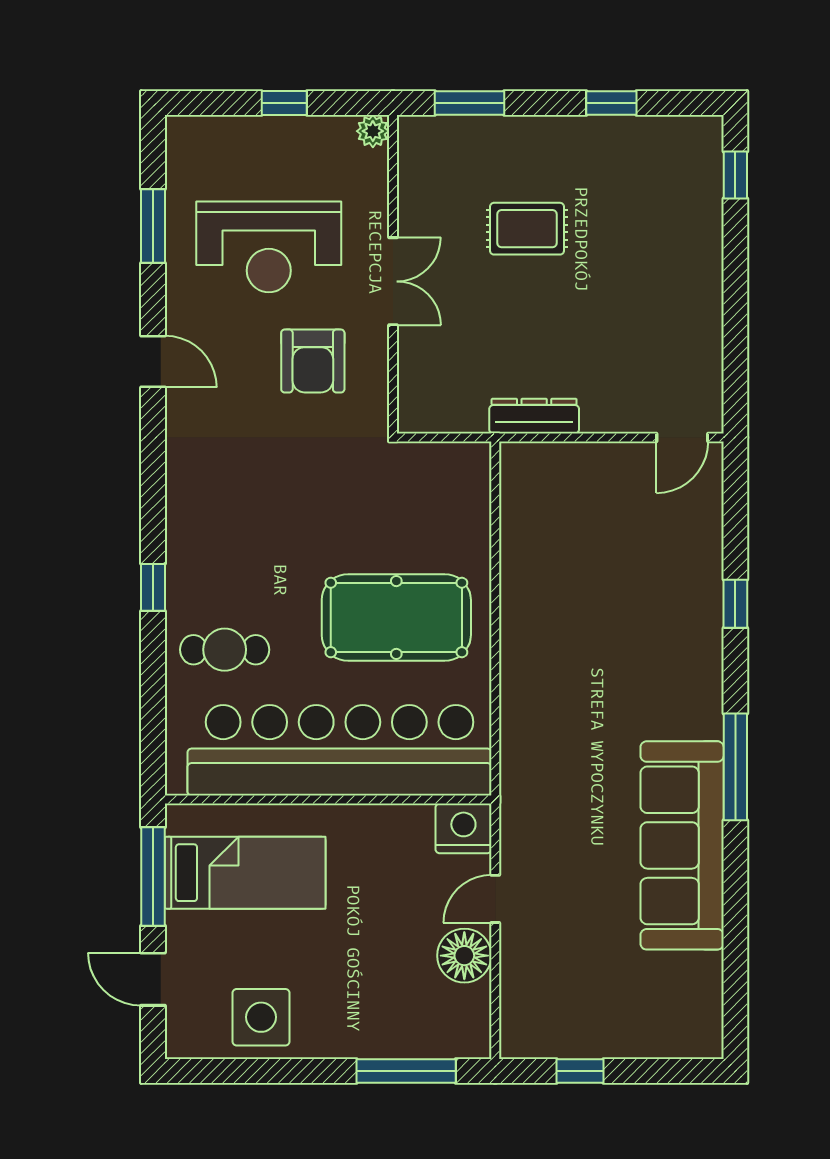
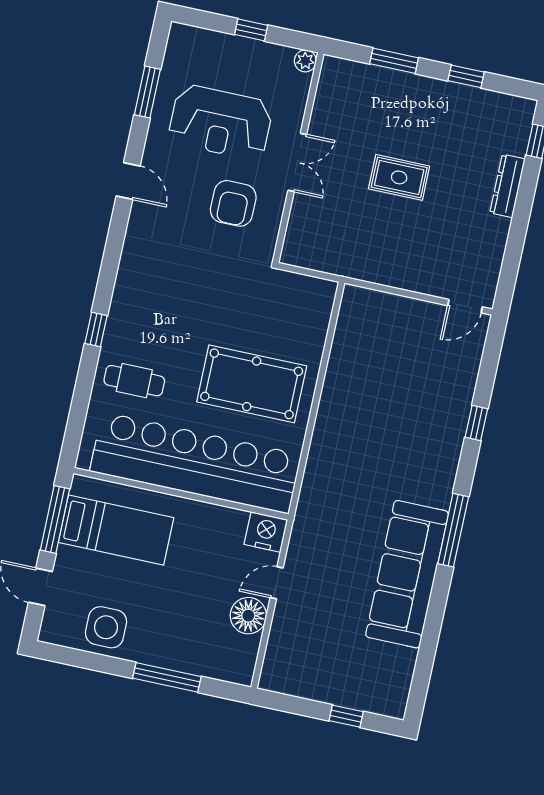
window: (469, 103) -> (394, 61), moved
rug: (527, 229) -> (399, 177), moved
dresser: (534, 416) -> (507, 186), moved, turned -90
window: (406, 1071) -> (167, 677), moved
window: (580, 1071) -> (346, 716), moved

